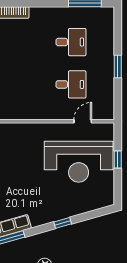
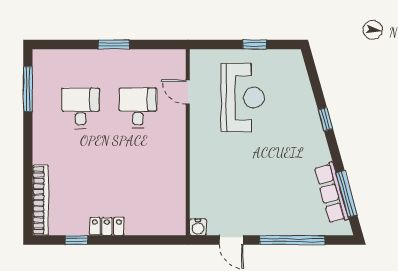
window: (118, 159) -> (255, 44), moved
reception desk: (79, 162) -> (243, 98), width x0.74, depth x0.77

